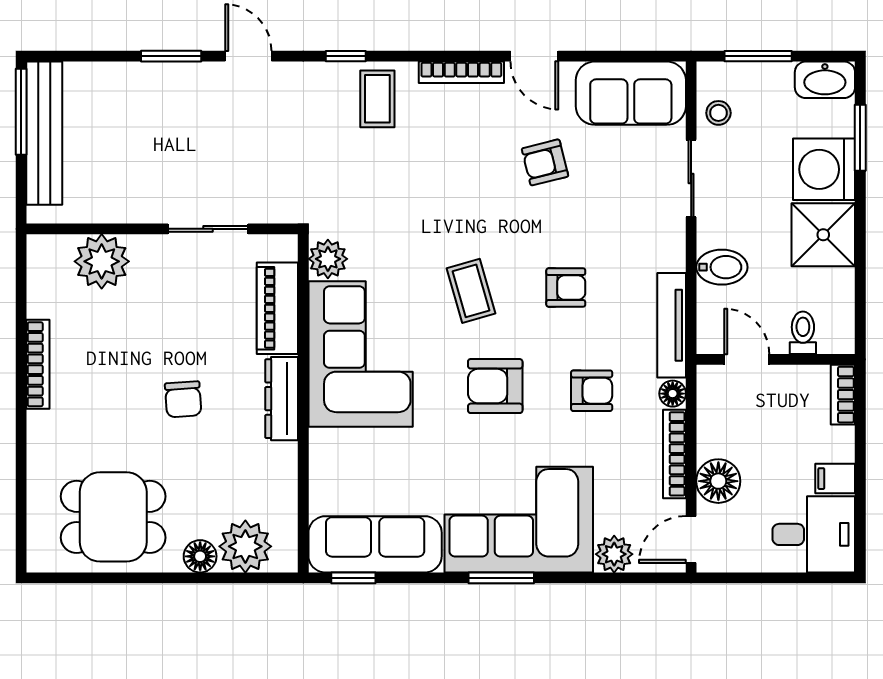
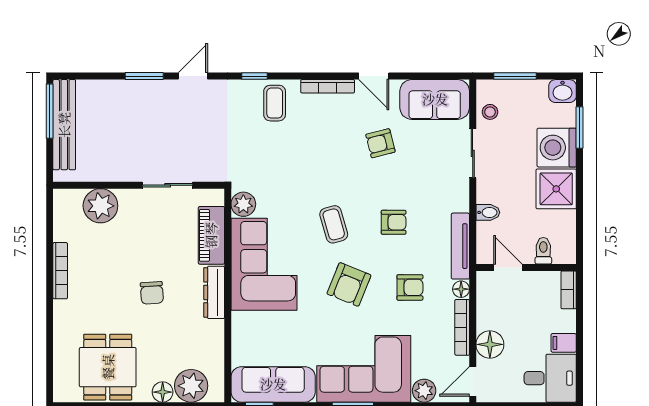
door: (248, 56) -> (193, 76), hinge flipped
washbasin: (825, 80) -> (563, 91), width x0.72
bidet: (722, 267) -> (488, 212), width x0.72, depth x0.74
armchair: (495, 386) -> (349, 284), turned -68
dining table: (113, 517) -> (108, 367), turned 90

